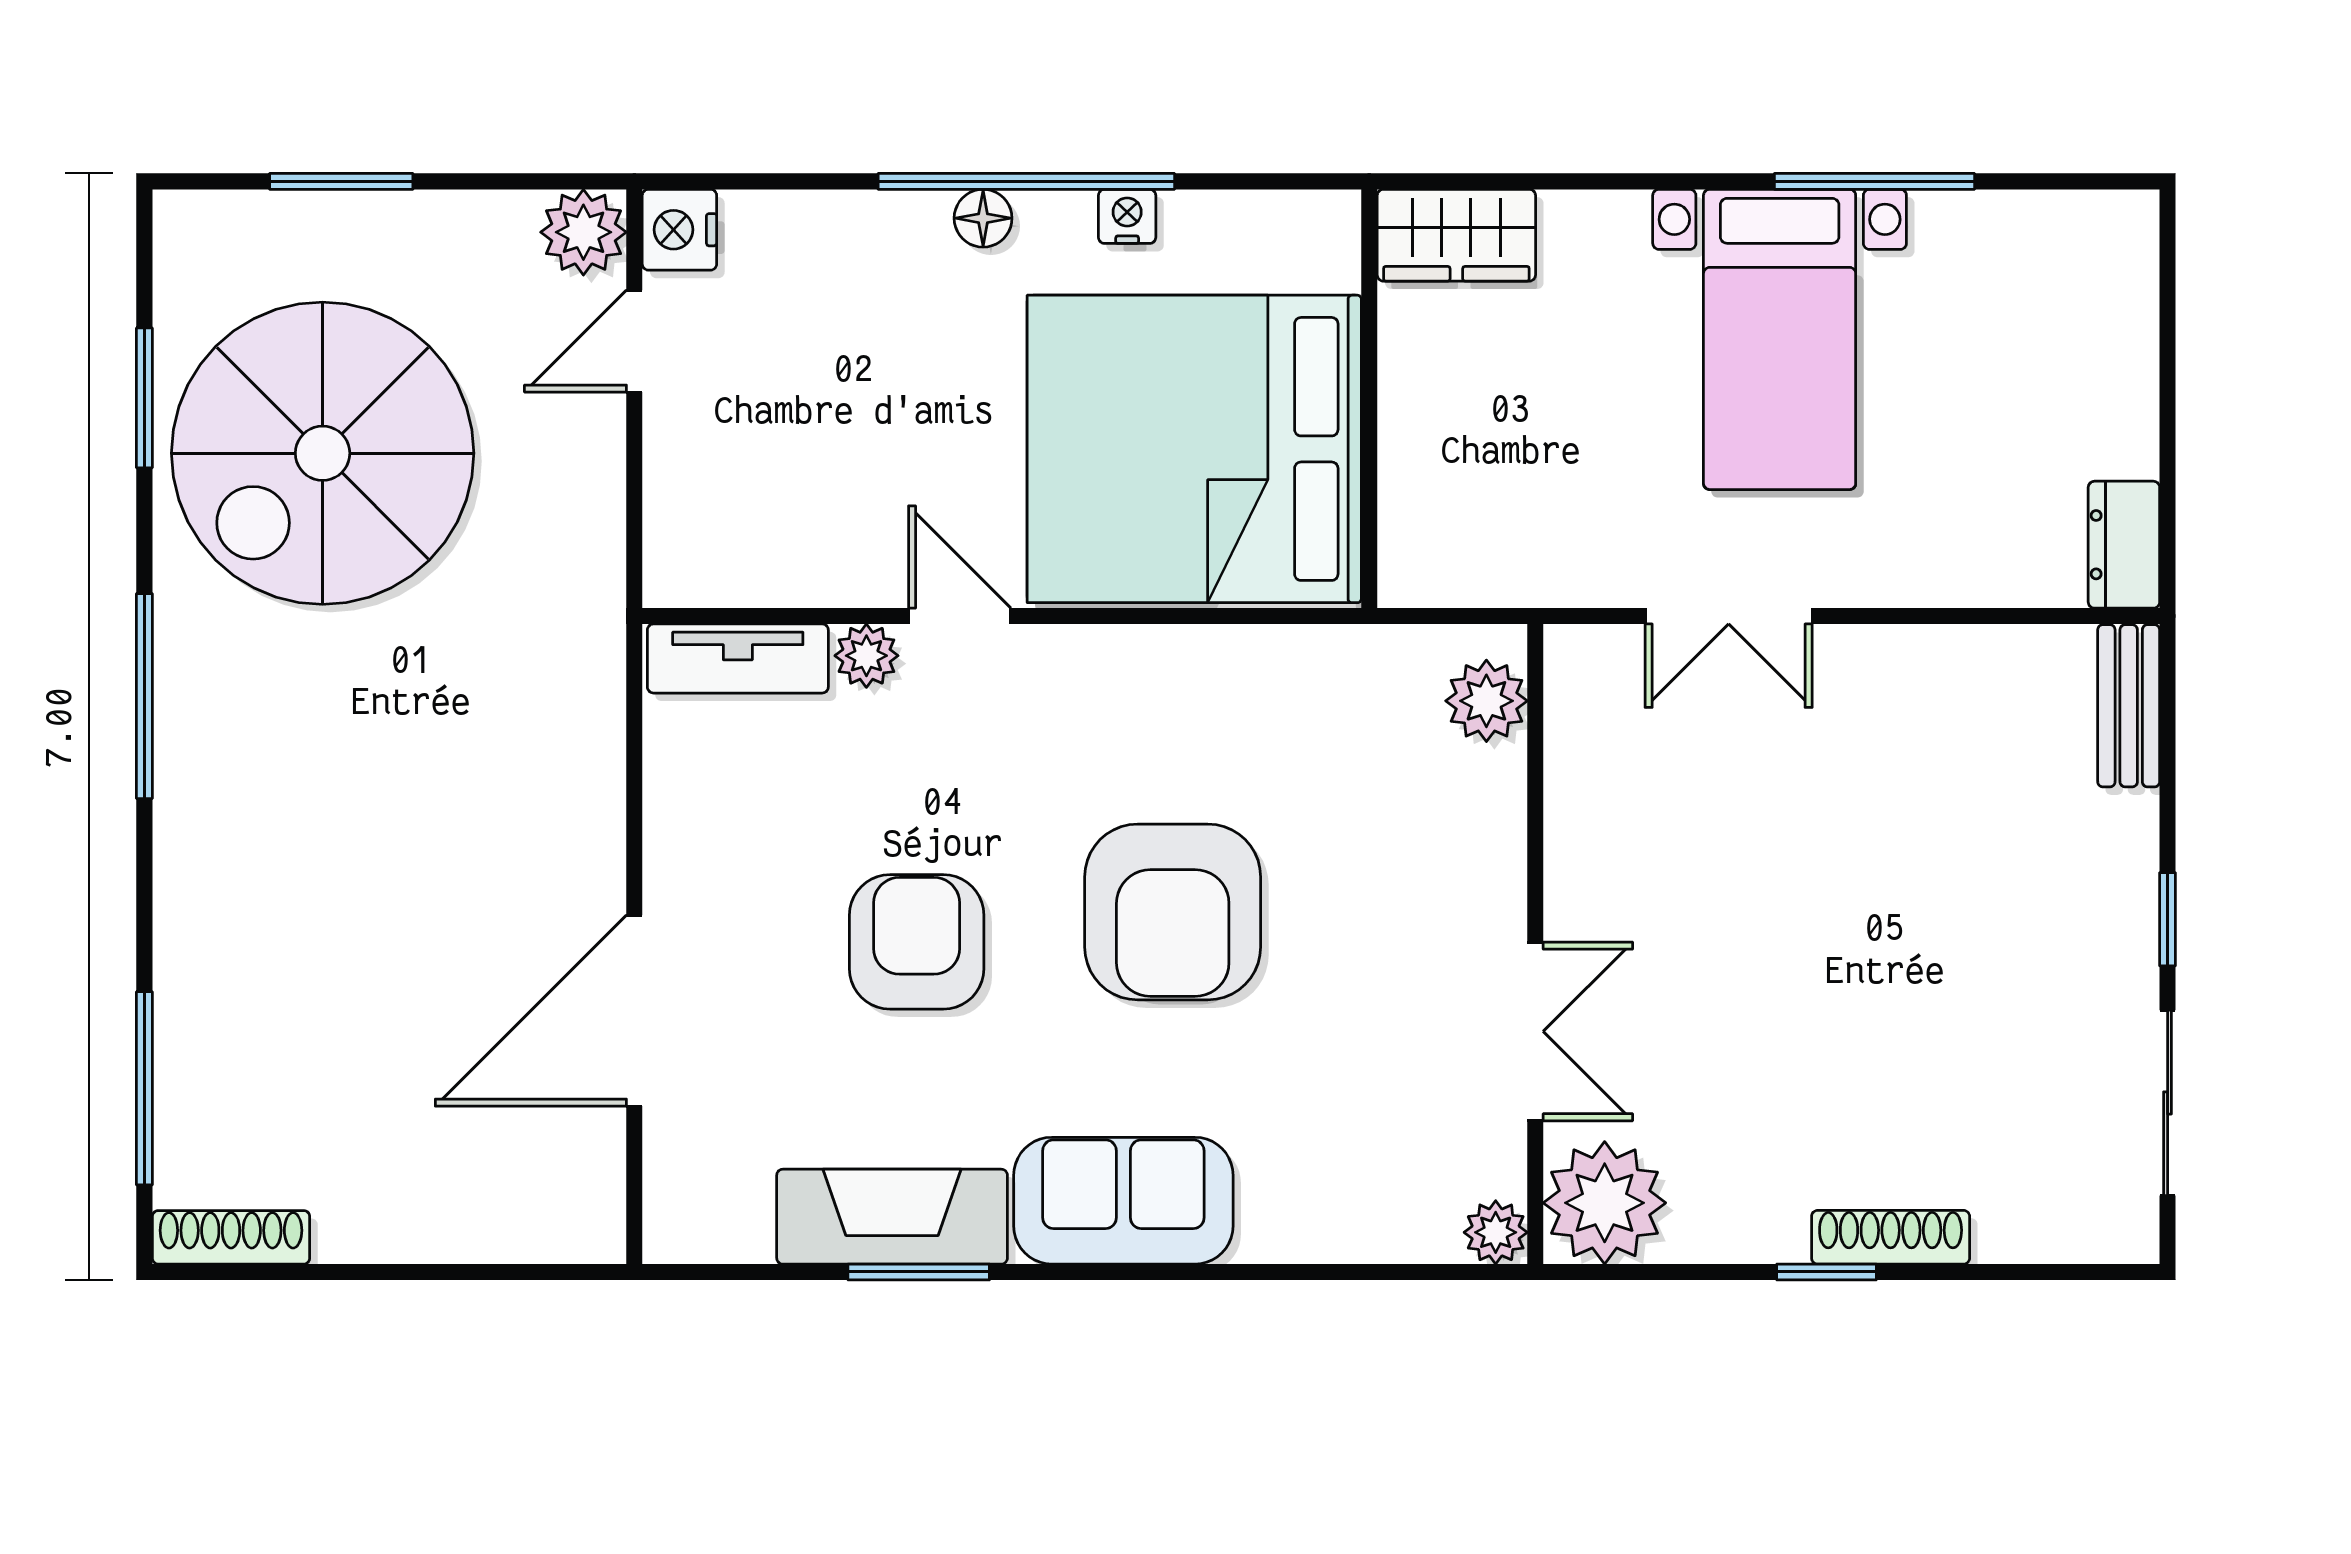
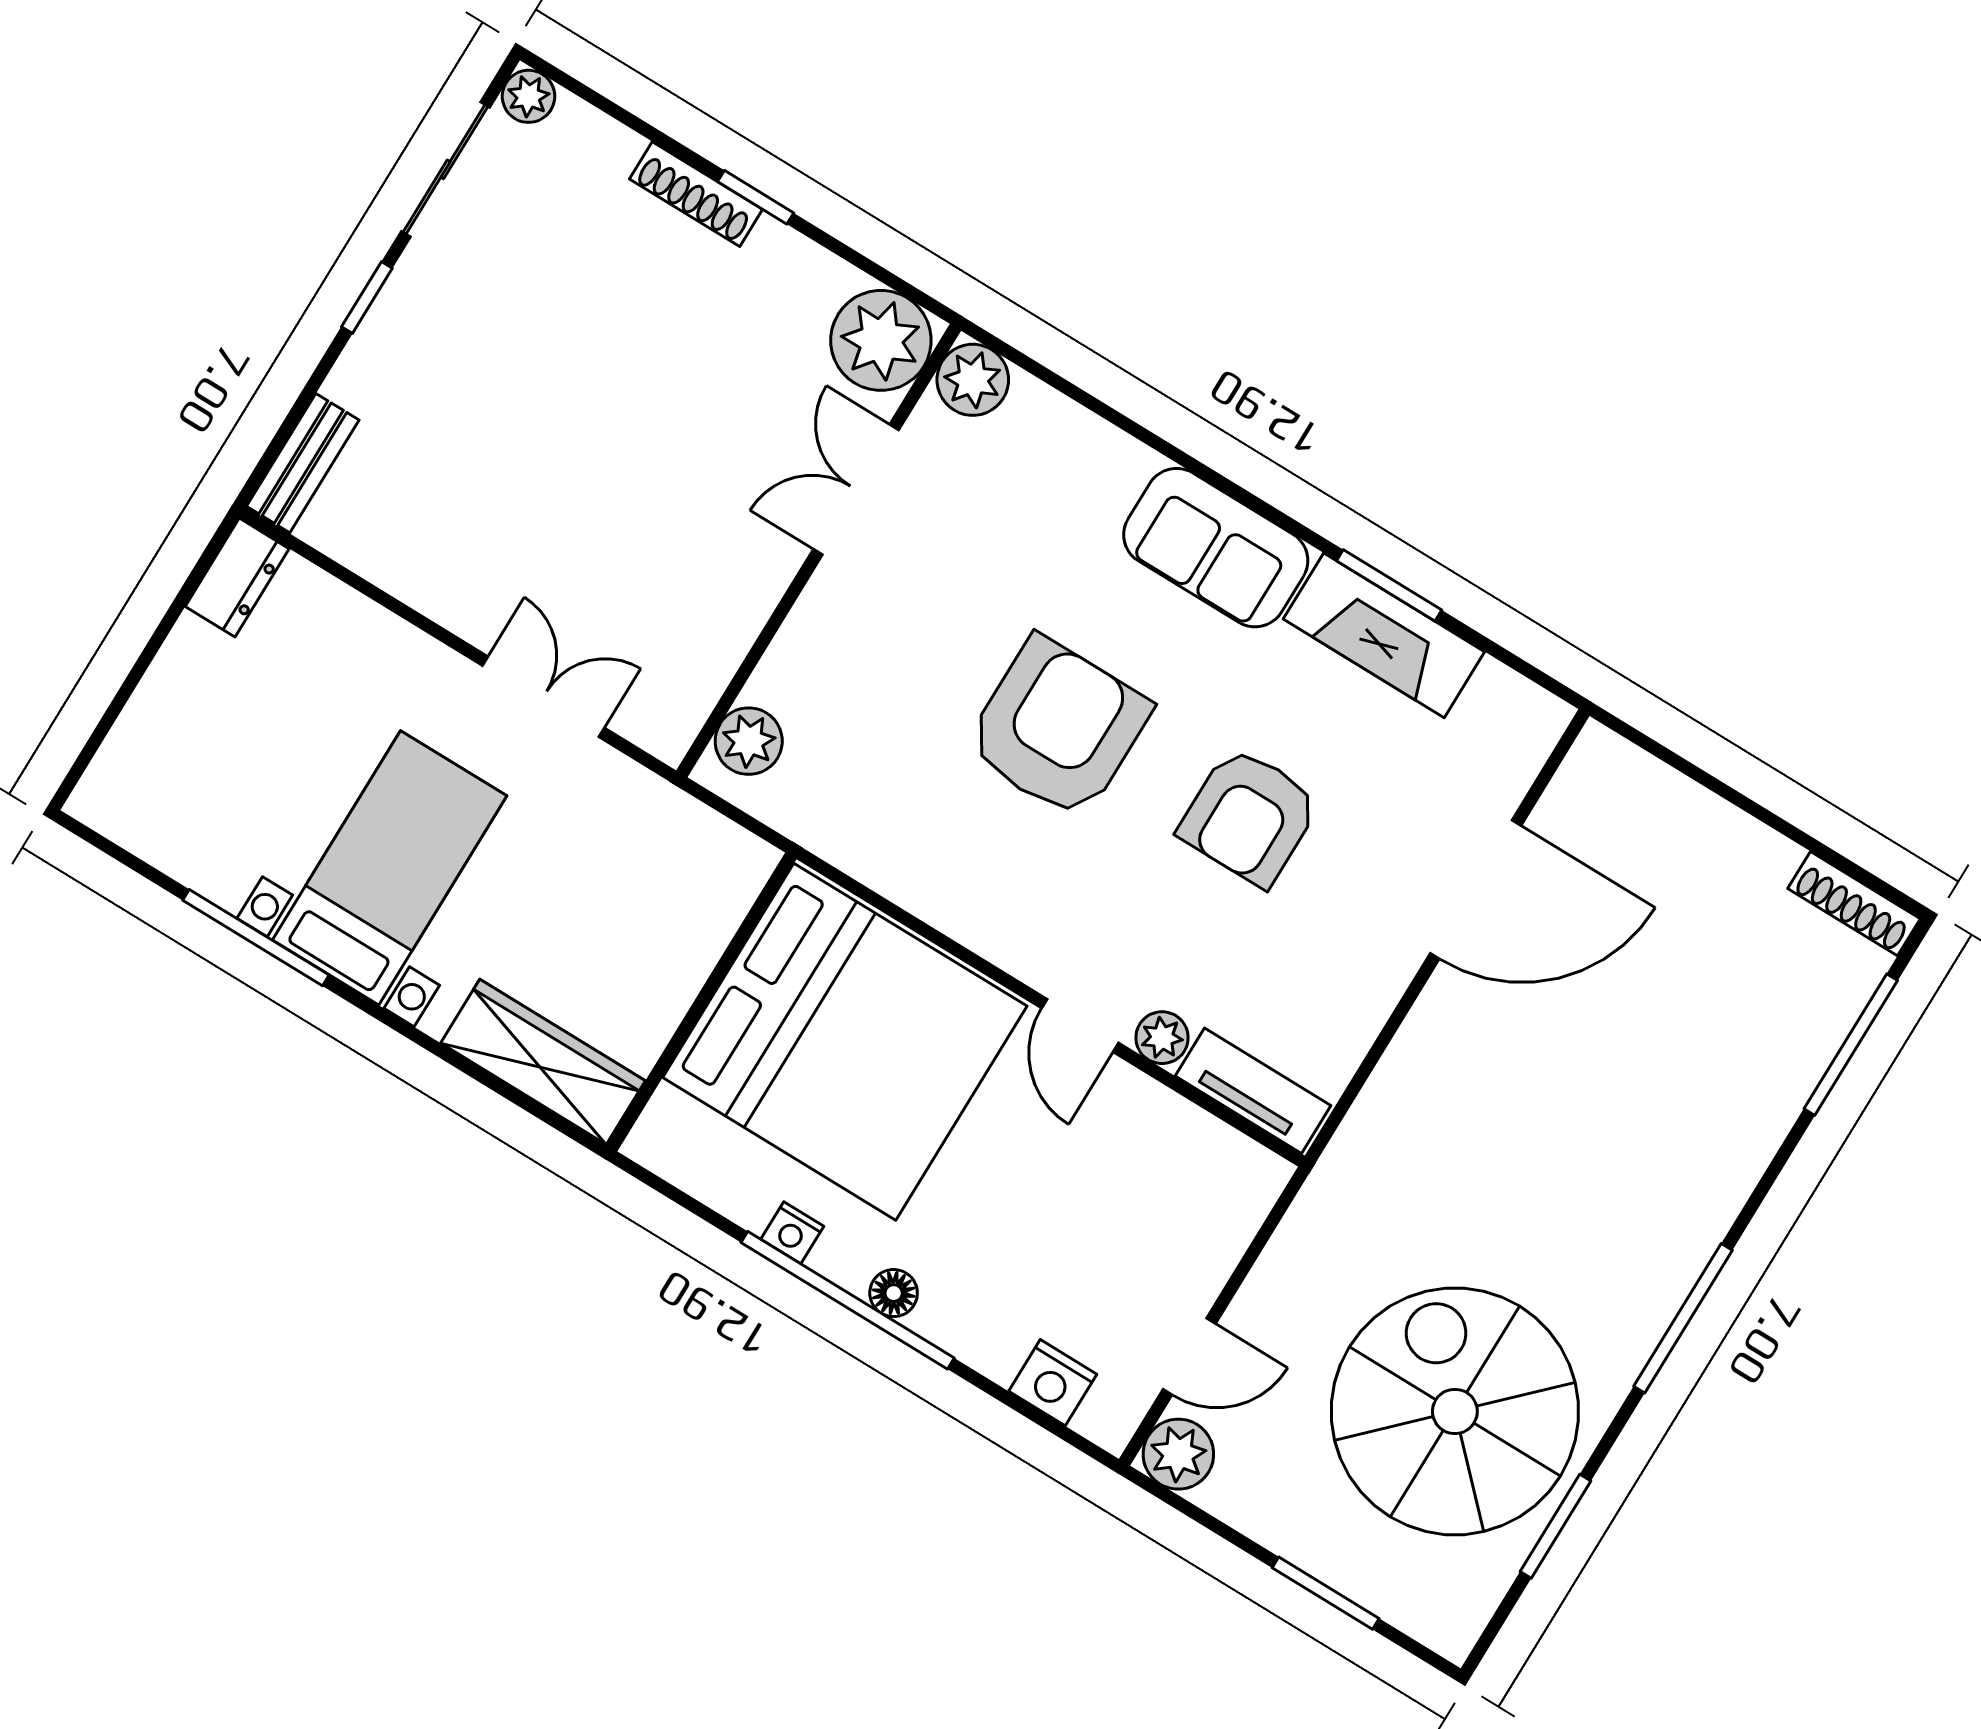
nightstand: (679, 230) -> (1053, 1383), moved, turned 90
wardrobe: (1456, 235) -> (543, 1062), width x1.50
spiral stairs: (323, 453) -> (1455, 1411), turned -90
plant: (1496, 1232) -> (973, 380), width x1.38, depth x1.38
plant: (2128, 1232) -> (529, 96), added

